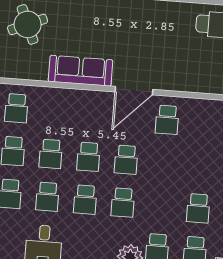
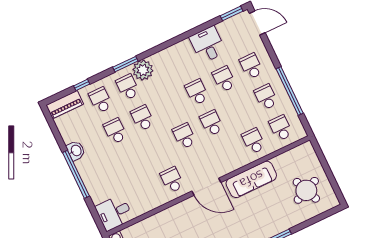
door: (134, 91) -> (206, 187), swing flipped
school desk: (51, 154) -> (254, 141), moved
school desk: (123, 202) -> (142, 118), moved

